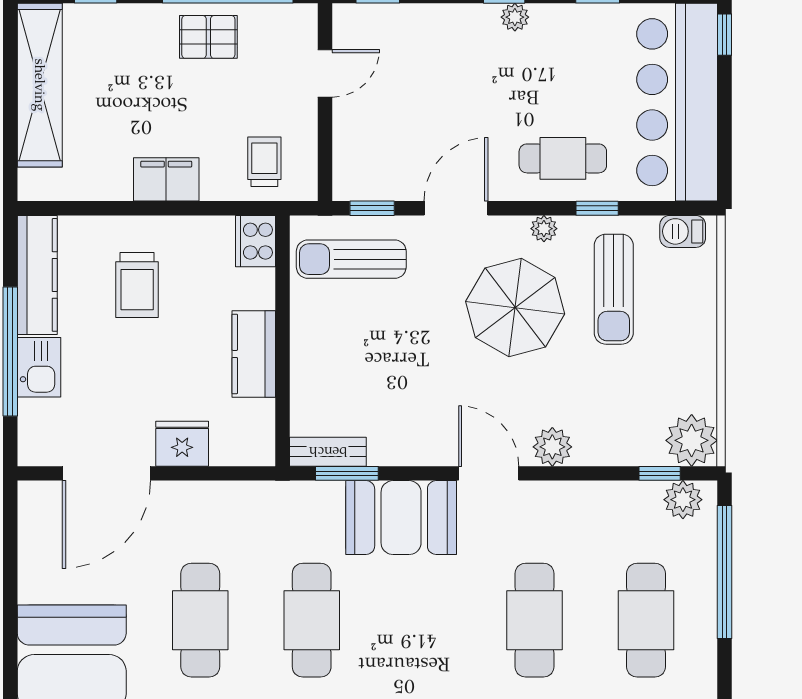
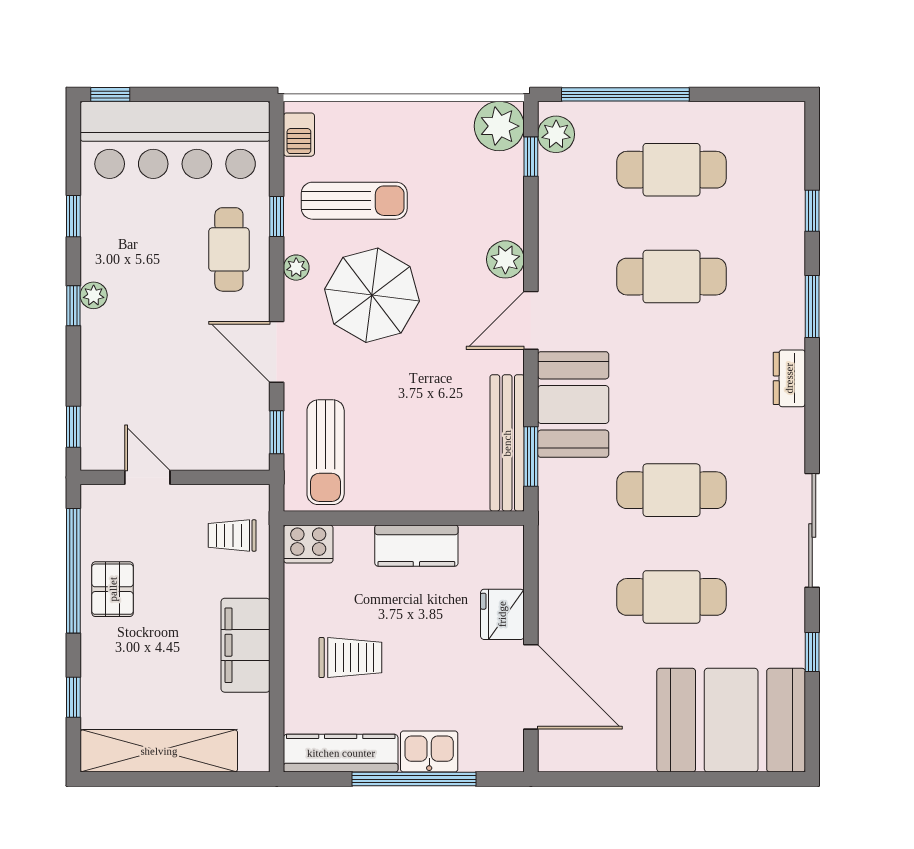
filing cabinet: (166, 179) -> (246, 645), width x1.50, depth x1.17
bench: (328, 452) -> (507, 443), width x1.86, depth x1.21

